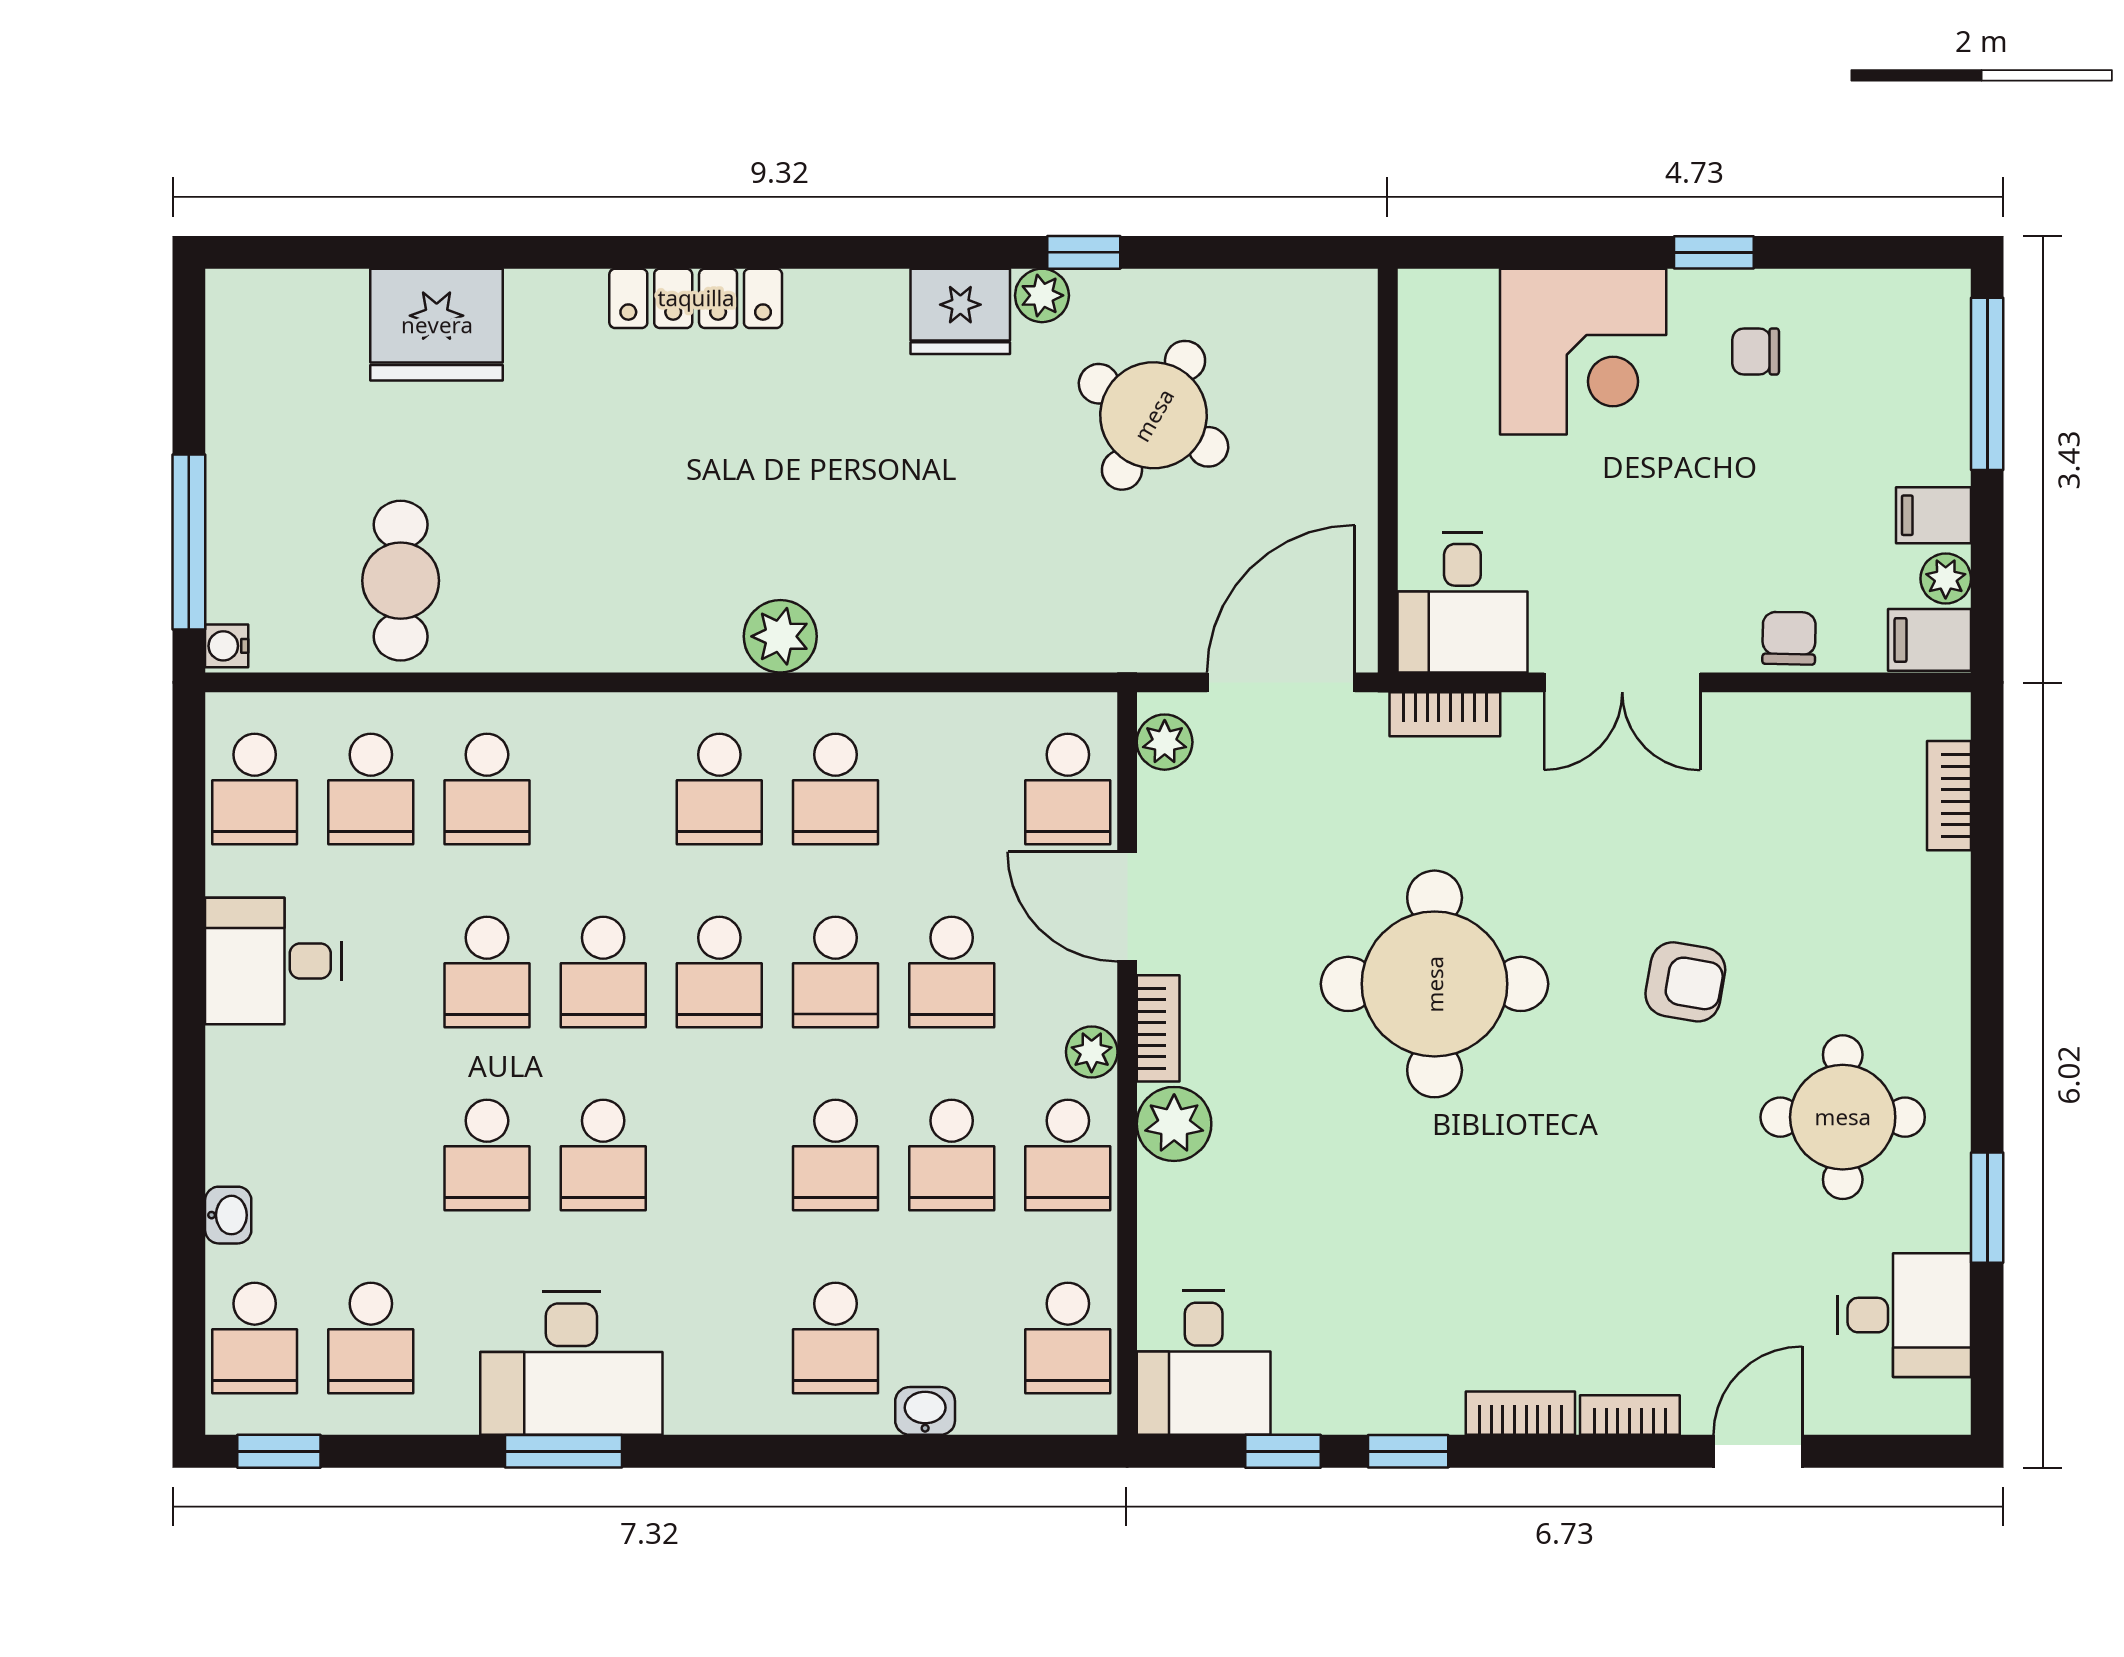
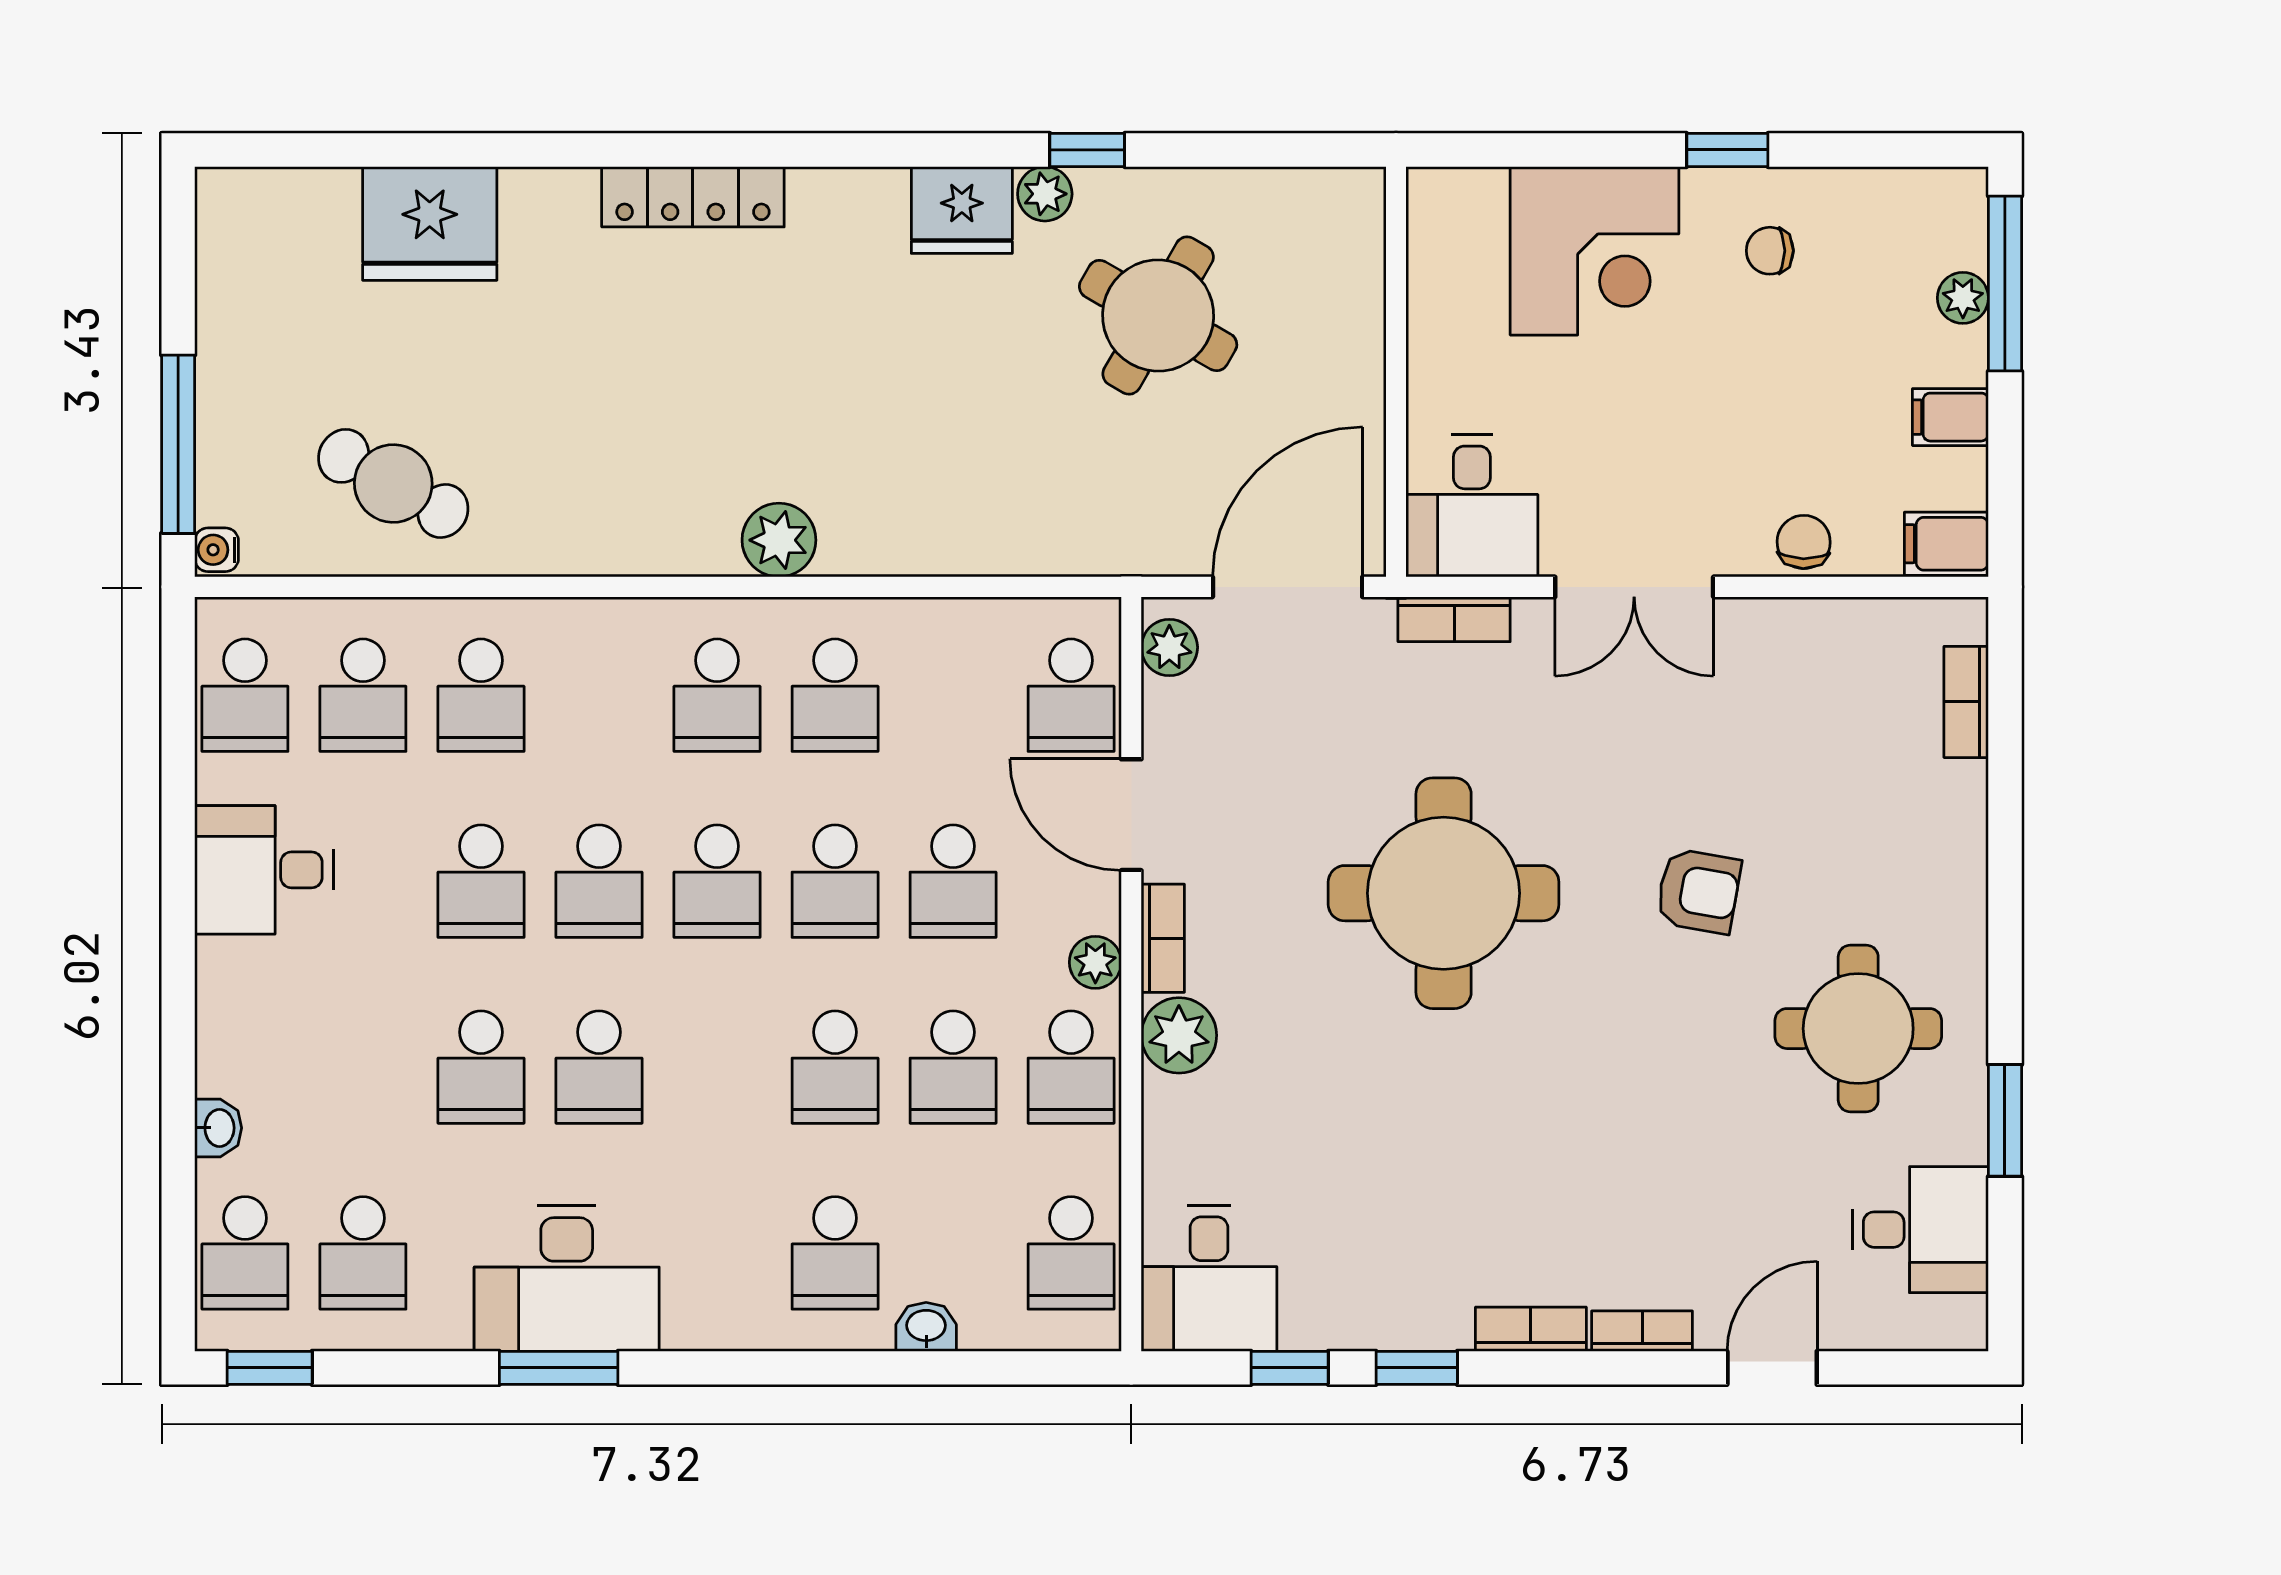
plant: (1946, 579) -> (1963, 298), moved
cafe table: (401, 581) -> (393, 483), turned -61

